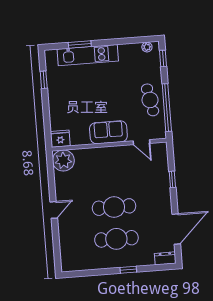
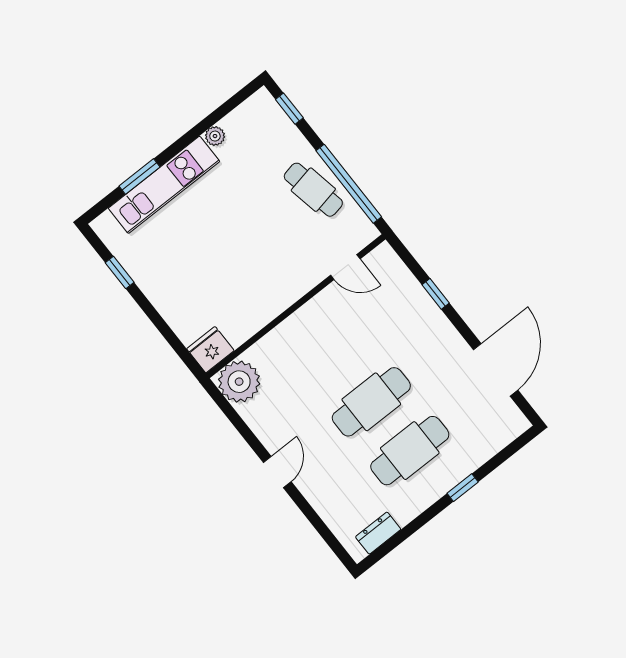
plant: (147, 47) -> (215, 136), moved
sofa: (108, 132) -> (281, 287), removed
dresser: (165, 258) -> (378, 533), moved

